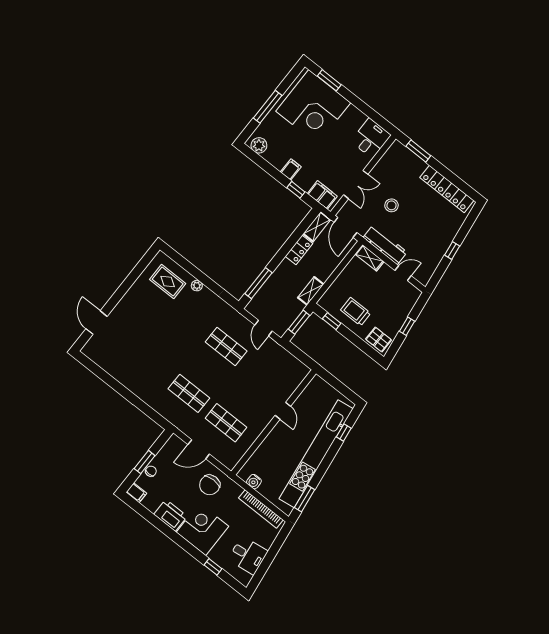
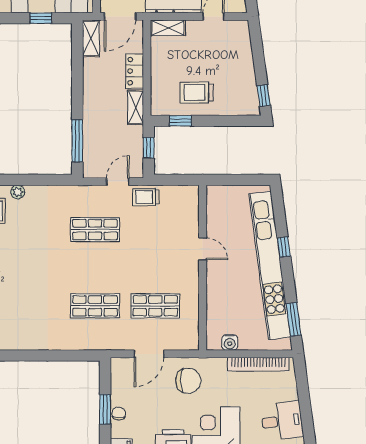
door: (345, 227) -> (120, 16), hinge flipped
locker: (299, 250) -> (135, 71), moved, turned 180
window: (299, 322) -> (149, 148), width x0.67
window: (407, 326) -> (264, 95), moved
door: (263, 328) -> (118, 182), swing flipped
pallet: (379, 340) -> (242, 102), removed
trolley: (273, 351) -> (146, 197), added
window: (344, 432) -> (284, 247), moved
chair: (210, 485) -> (188, 381), turned -90

